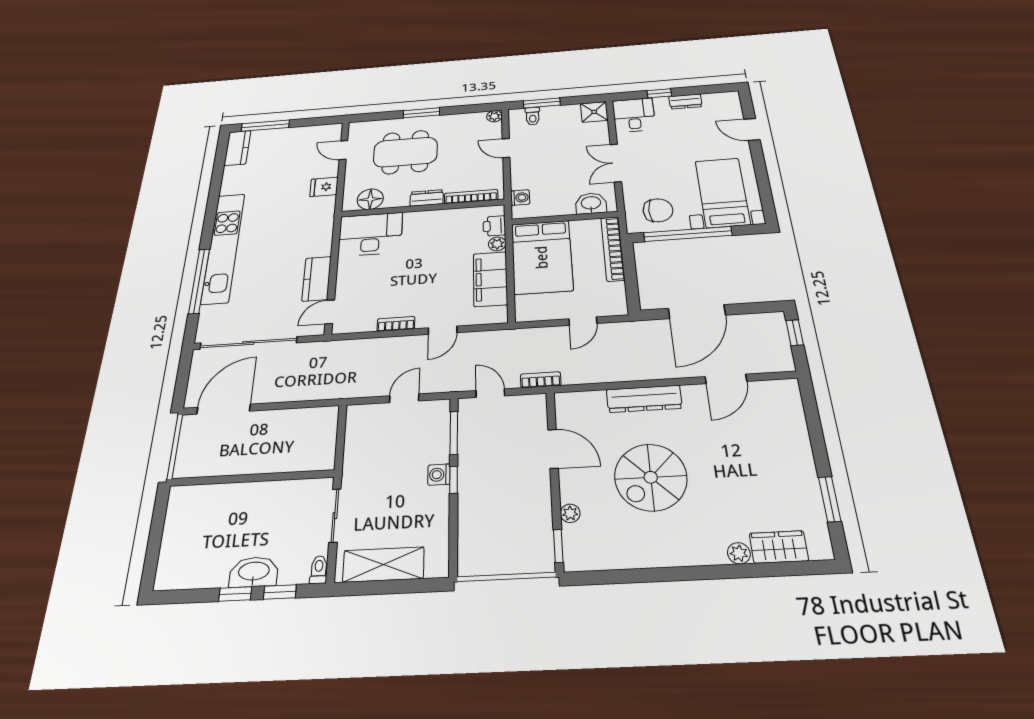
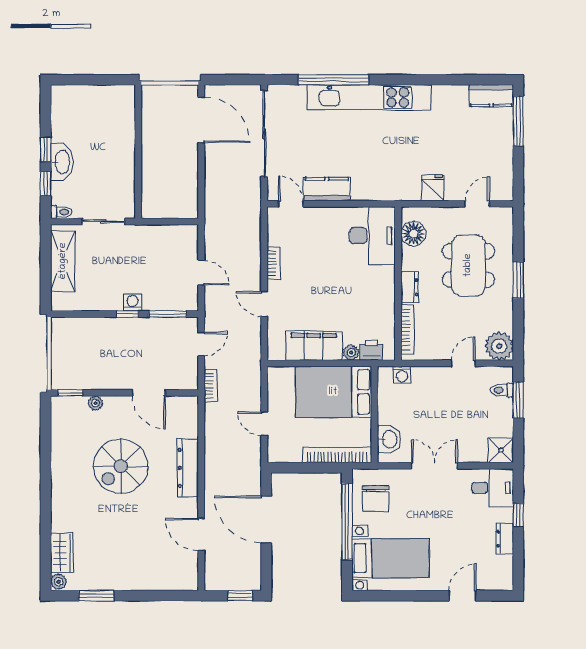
plant: (494, 116) -> (499, 346), width x1.88, depth x1.88
door: (553, 449) -> (149, 393), hinge flipped
spiral stairs: (651, 477) -> (121, 466), turned -90
plant: (739, 553) -> (59, 582), moved

